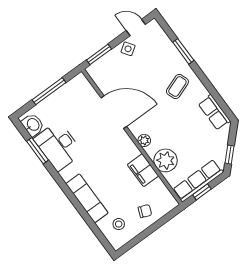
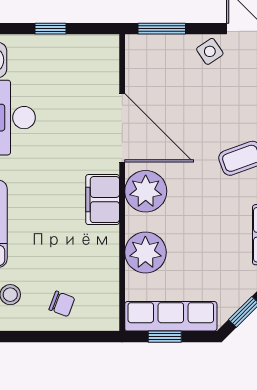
window: (49, 91) -> (51, 29), width x0.46
plant: (144, 140) -> (146, 191), width x1.88, depth x1.88
filing cabinet: (143, 170) -> (103, 200), moved

